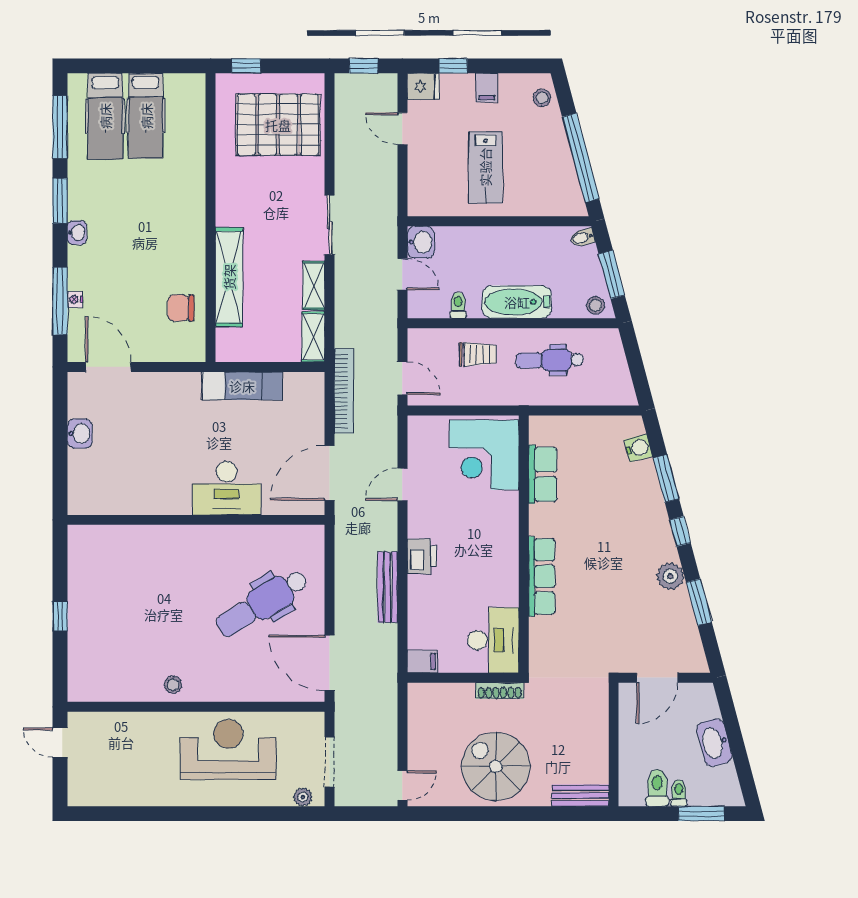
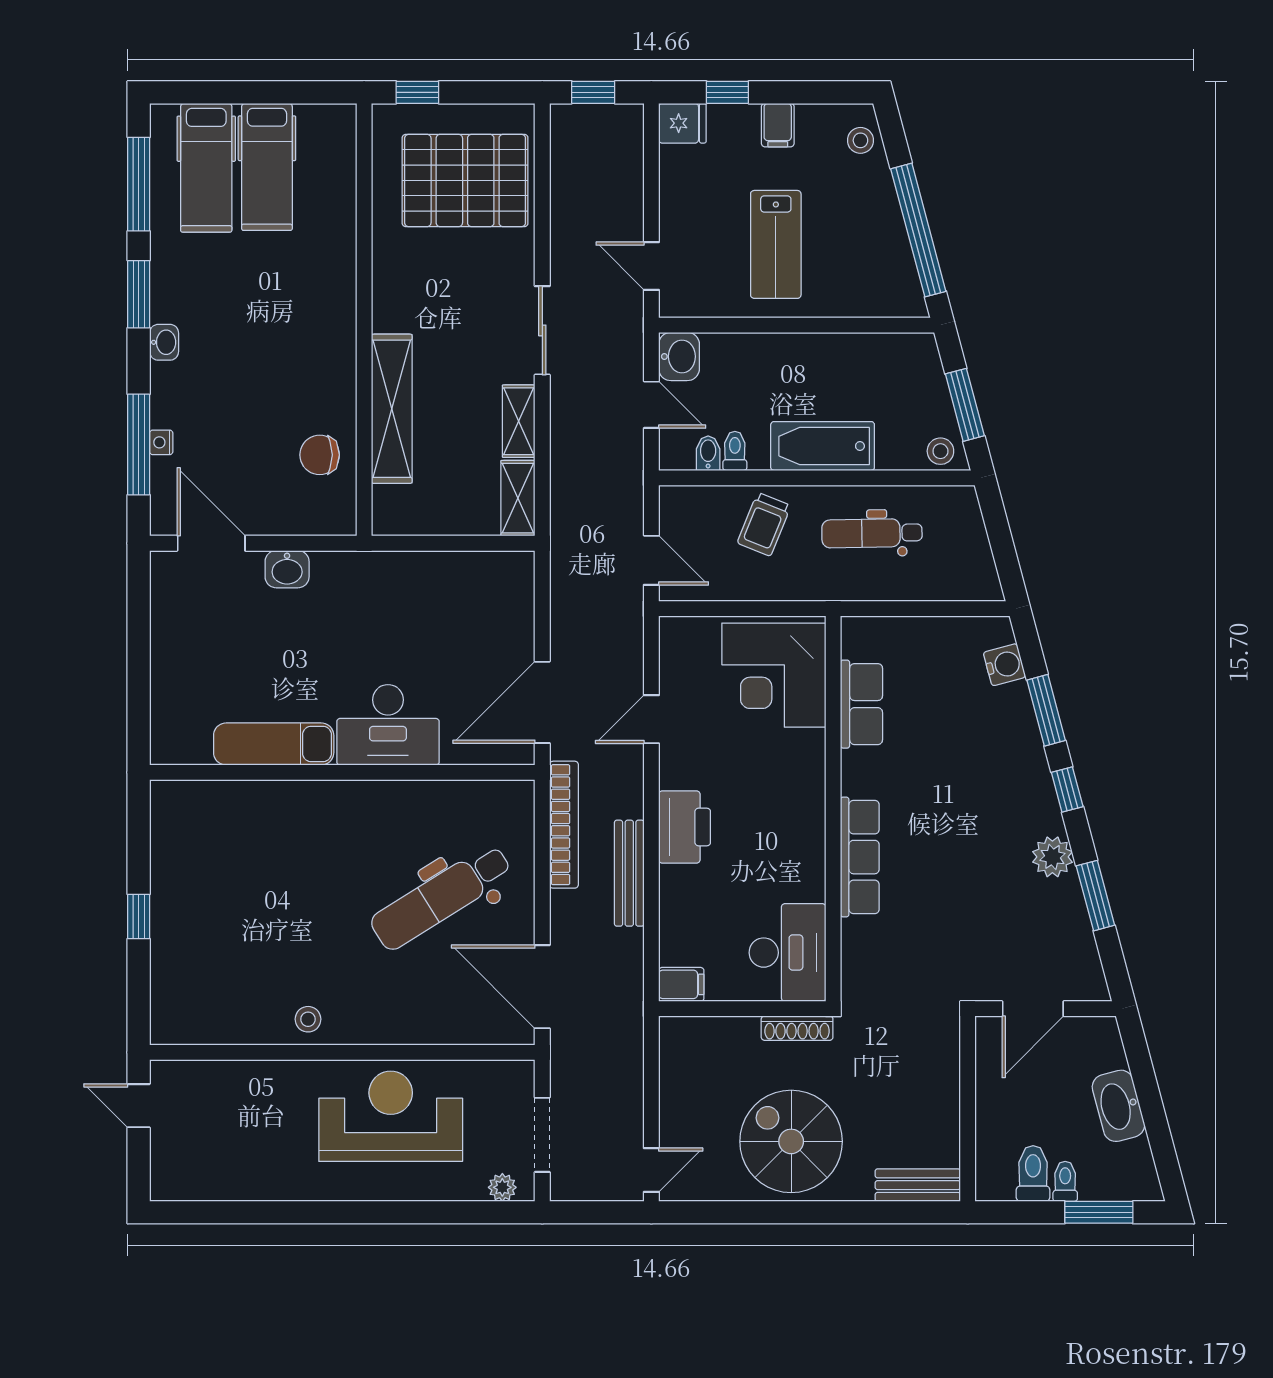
door: (402, 129) -> (651, 266), moved
bidet: (582, 238) -> (708, 453), moved, turned 105
trolley: (478, 354) -> (764, 524), turned 112
exam couch: (242, 386) -> (274, 744), moved, turned 180
bookcase: (344, 391) -> (564, 825), moved
washbasin: (80, 434) -> (287, 569), moved, turned 90
printer: (422, 556) -> (685, 827), width x1.37, depth x1.19

